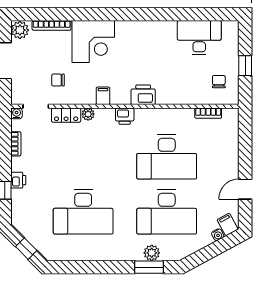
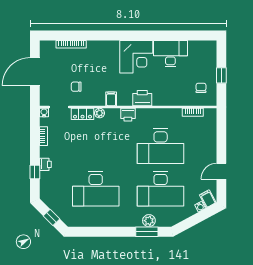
plant: (20, 30) -> (47, 48), removed
desk: (199, 38) -> (170, 54), moved
corner desk: (93, 42) -> (136, 57), moved

